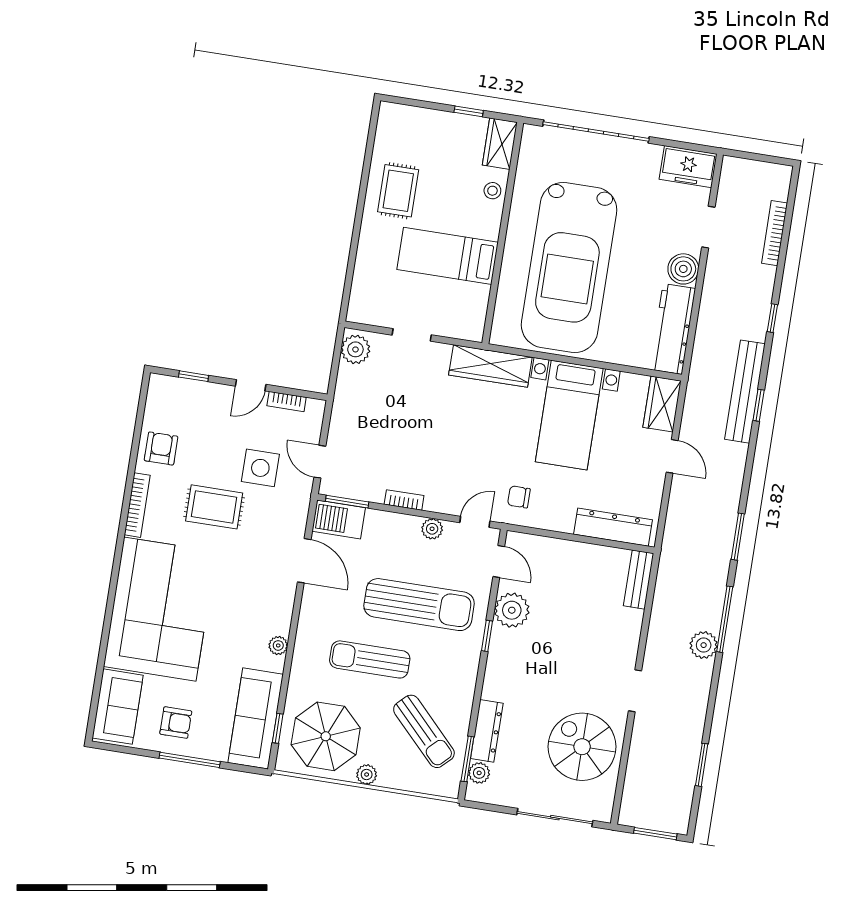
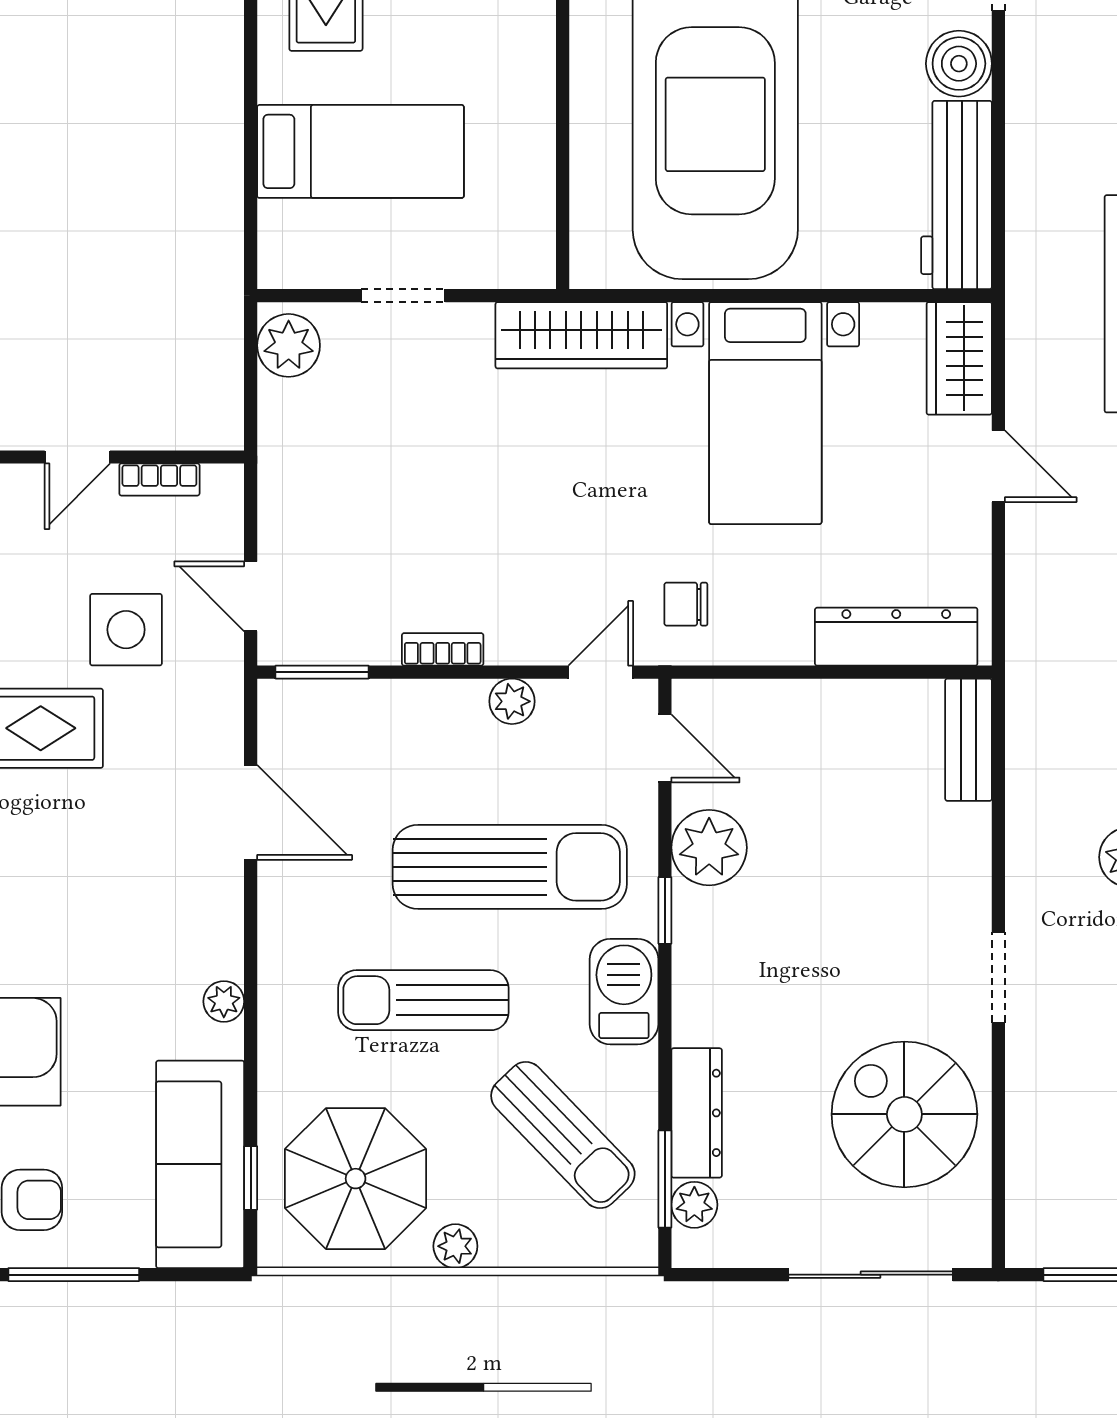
bed: (448, 256) -> (360, 151), moved, turned 180
barbecue: (339, 520) -> (624, 992), moved, turned 90

